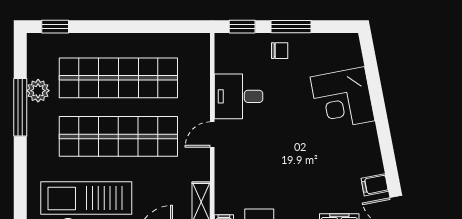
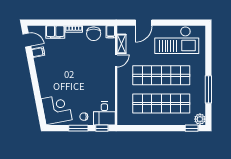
plant: (38, 91) -> (200, 119), moved
desk: (239, 96) -> (104, 113), moved, turned 90
corner desk: (342, 99) -> (57, 109), moved
door: (212, 135) -> (116, 61), moved

